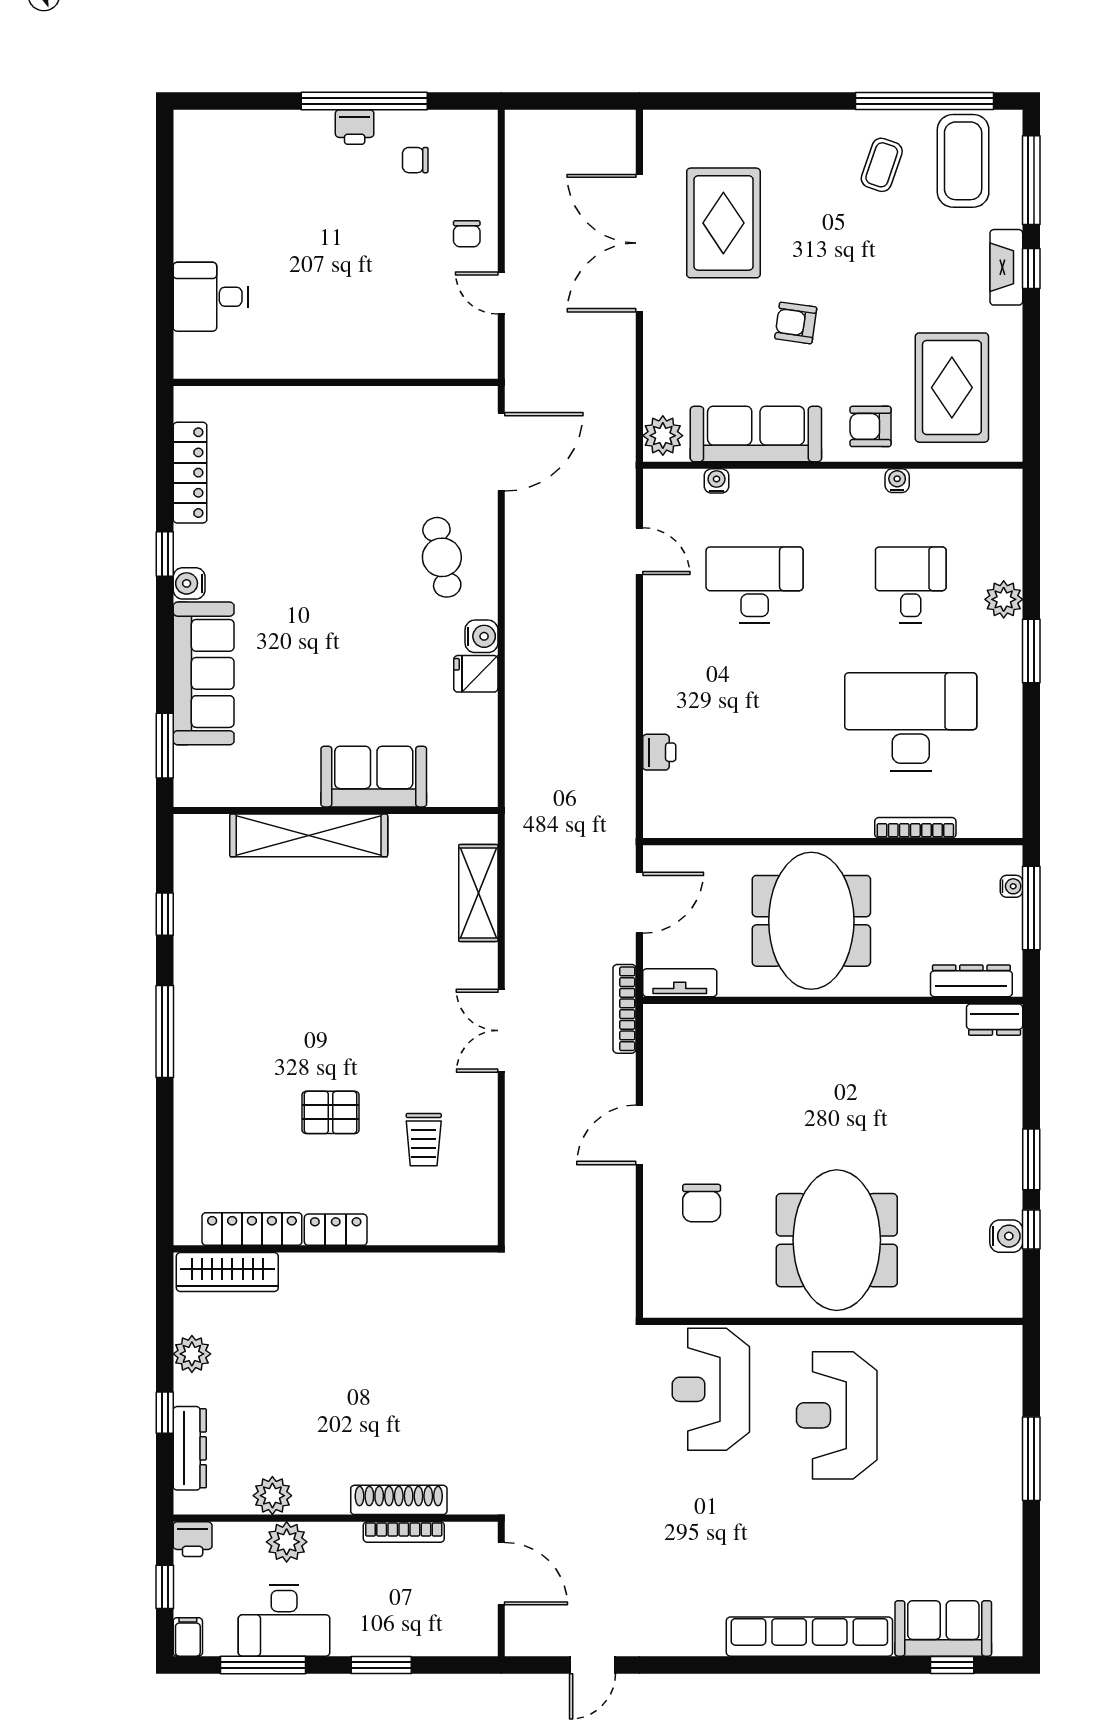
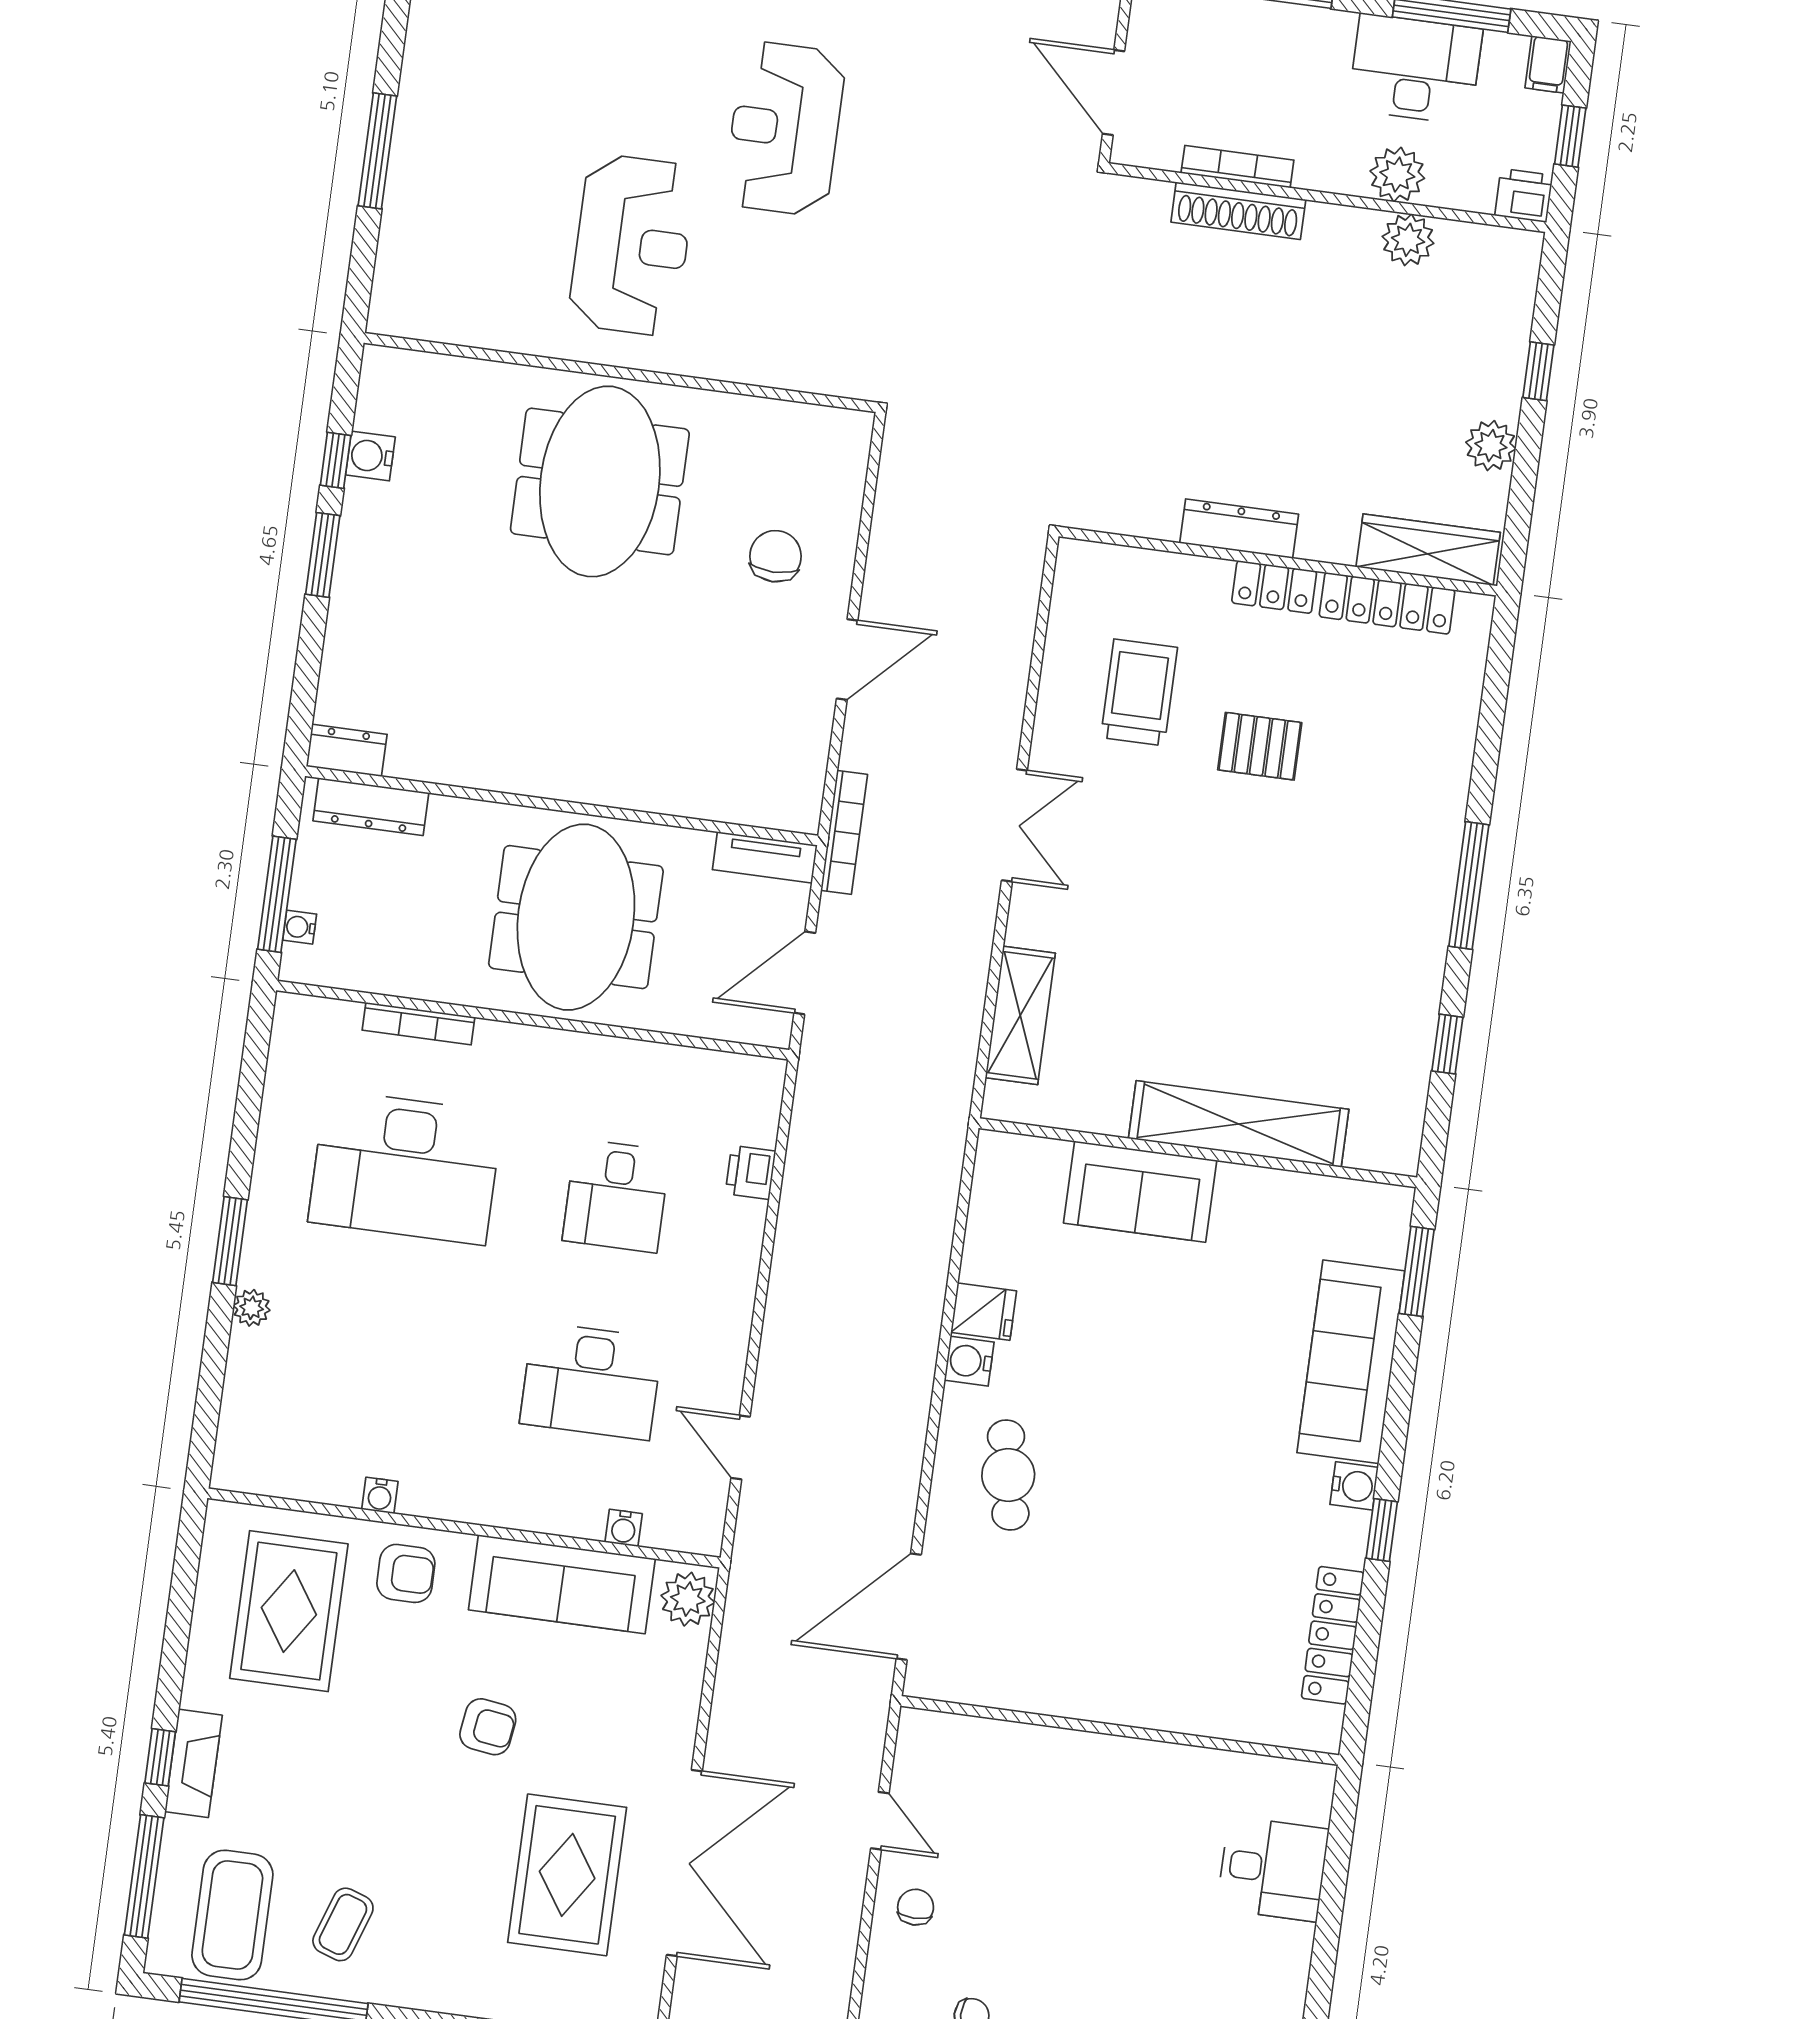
desk: (911, 585) -> (616, 1196), moved
plant: (1004, 599) -> (252, 1308), width x0.73, depth x0.73
trolley: (424, 1140) -> (1139, 692), width x1.36, depth x1.39
reception desk: (711, 1389) -> (785, 129), moved, turned 180
dresser: (190, 1448) -> (1239, 529), moved, turned 90

